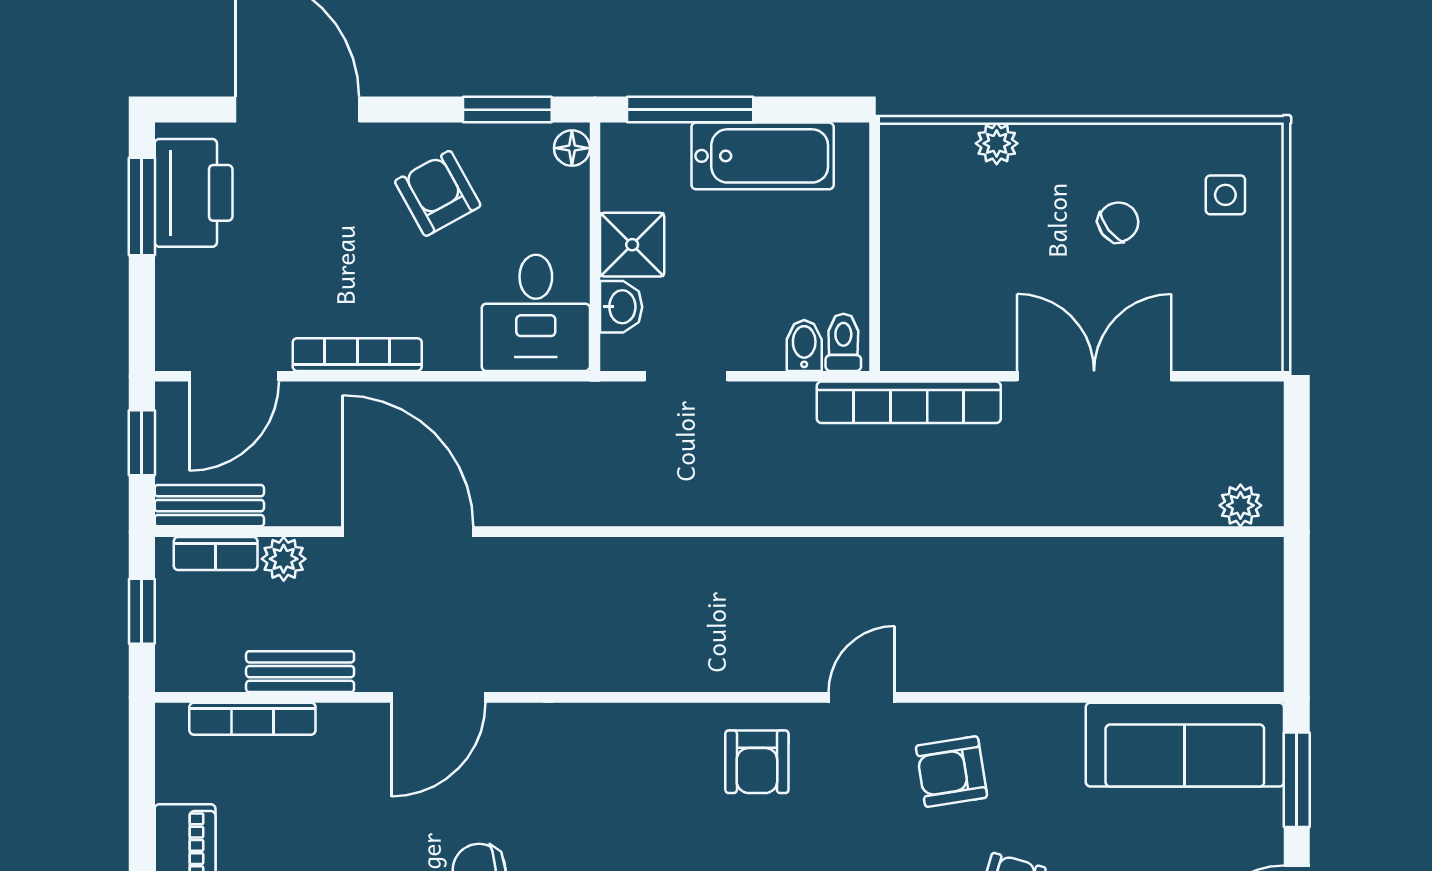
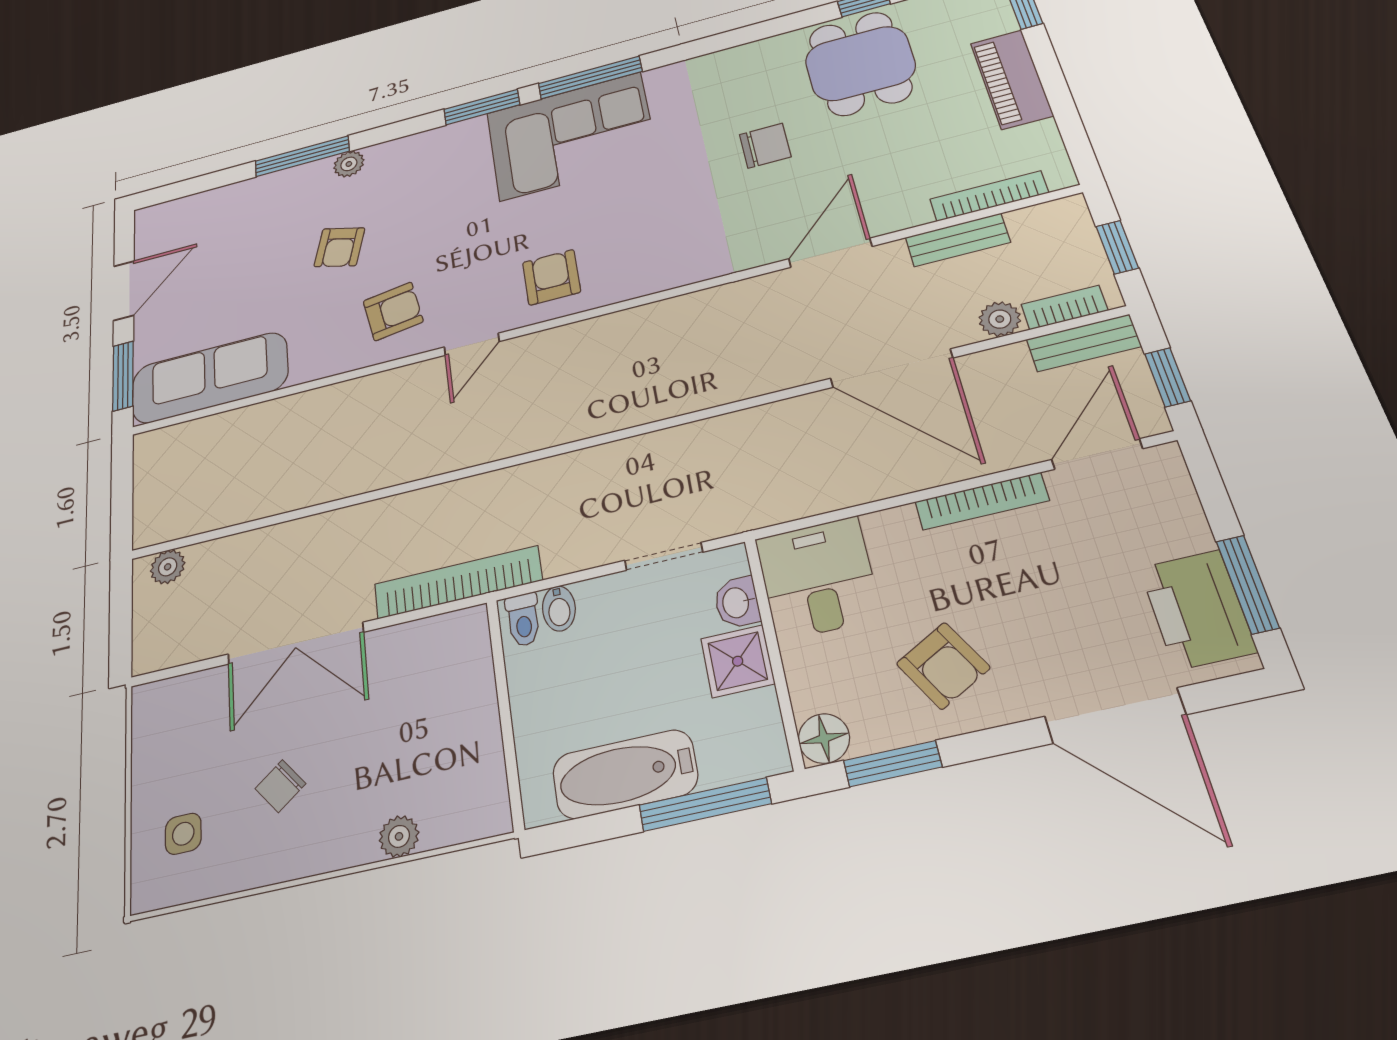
floor lamp: (572, 148) -> (824, 738), width x1.37, depth x1.37

